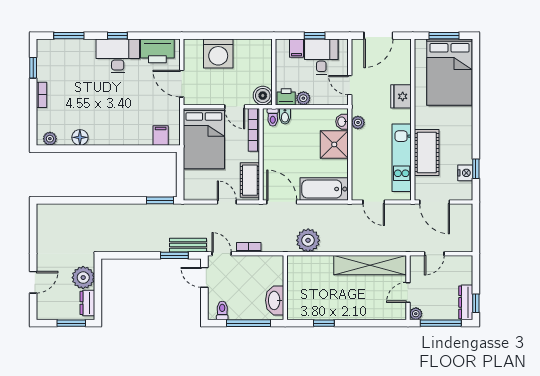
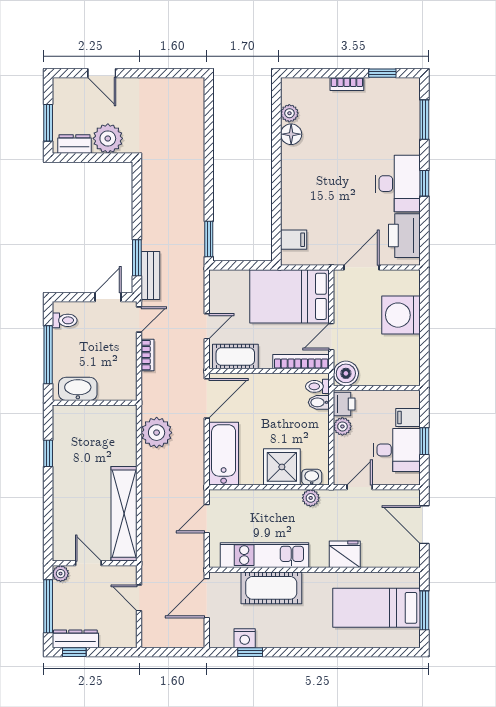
bed: (449, 72) -> (377, 608), width x0.67
plant: (50, 139) -> (289, 113), moved

